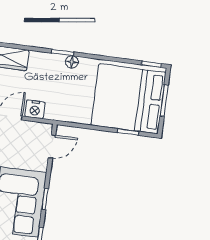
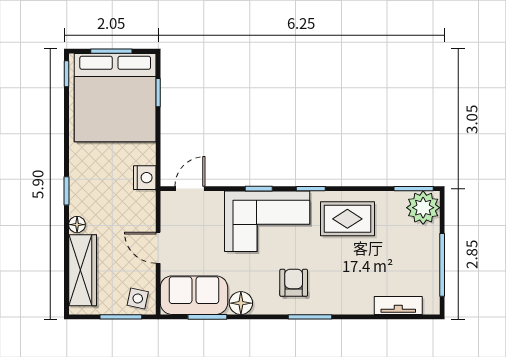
floor lamp: (72, 62) -> (77, 225), moved
nightstand: (35, 109) -> (145, 178), moved
door: (52, 147) -> (190, 189), hinge flipped

